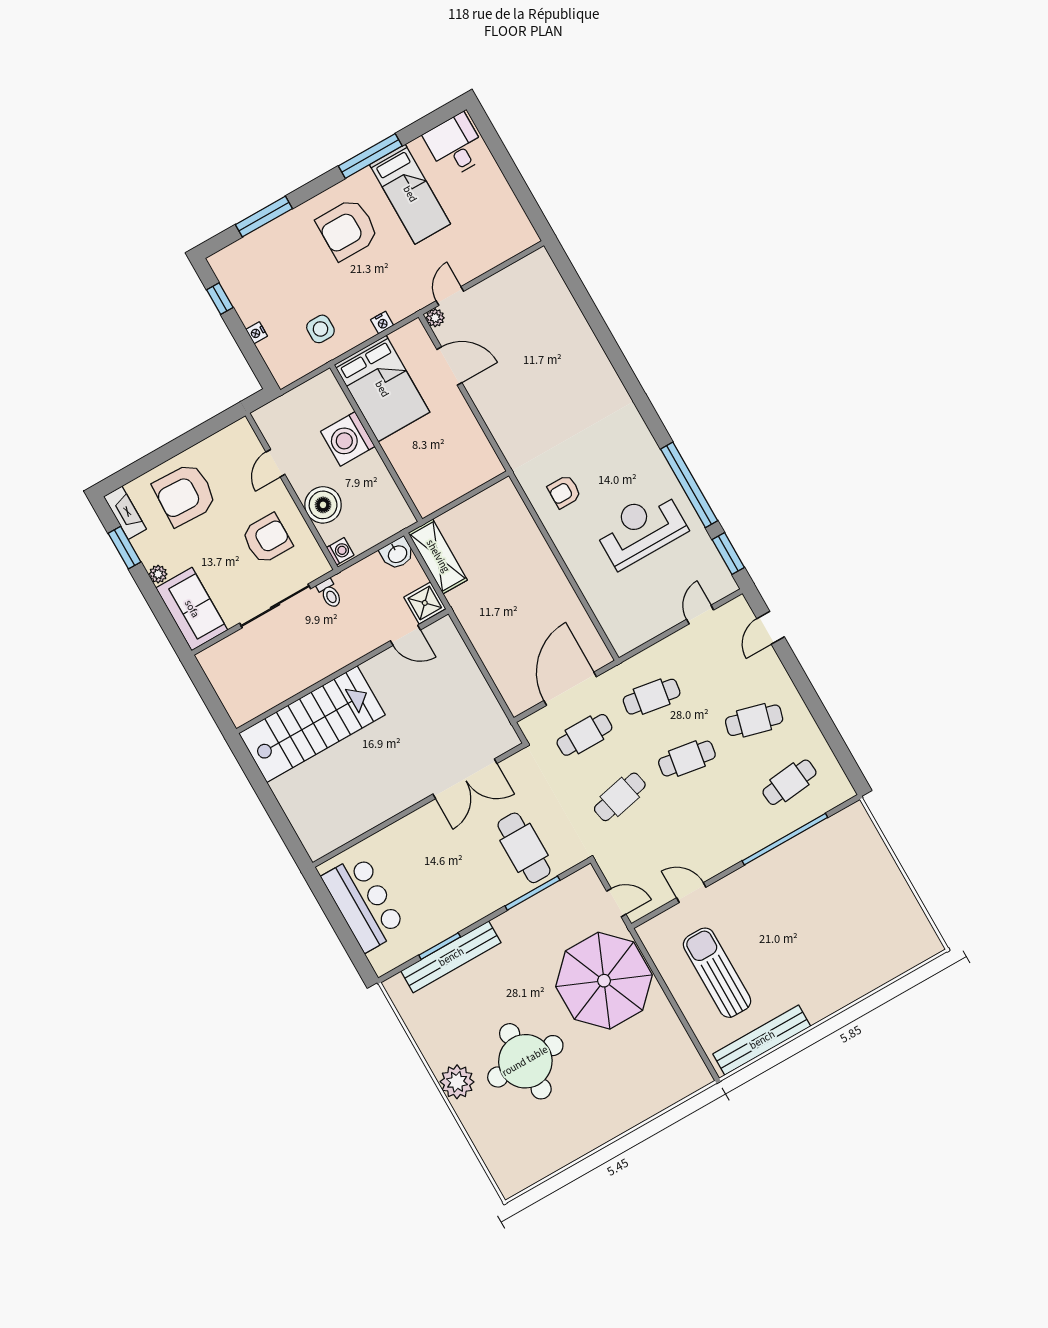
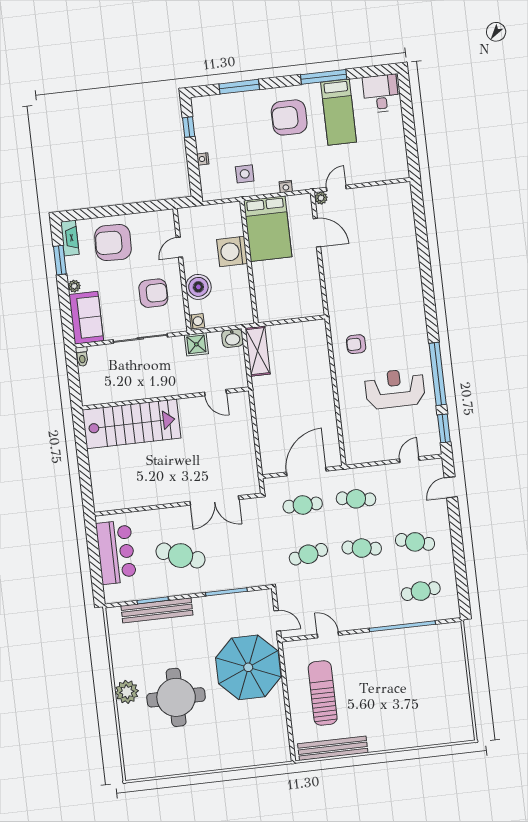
toilet: (330, 594) -> (82, 356), moved
shower: (425, 603) -> (196, 344), moved
cafe table: (524, 848) -> (181, 556), moved, turned -69

